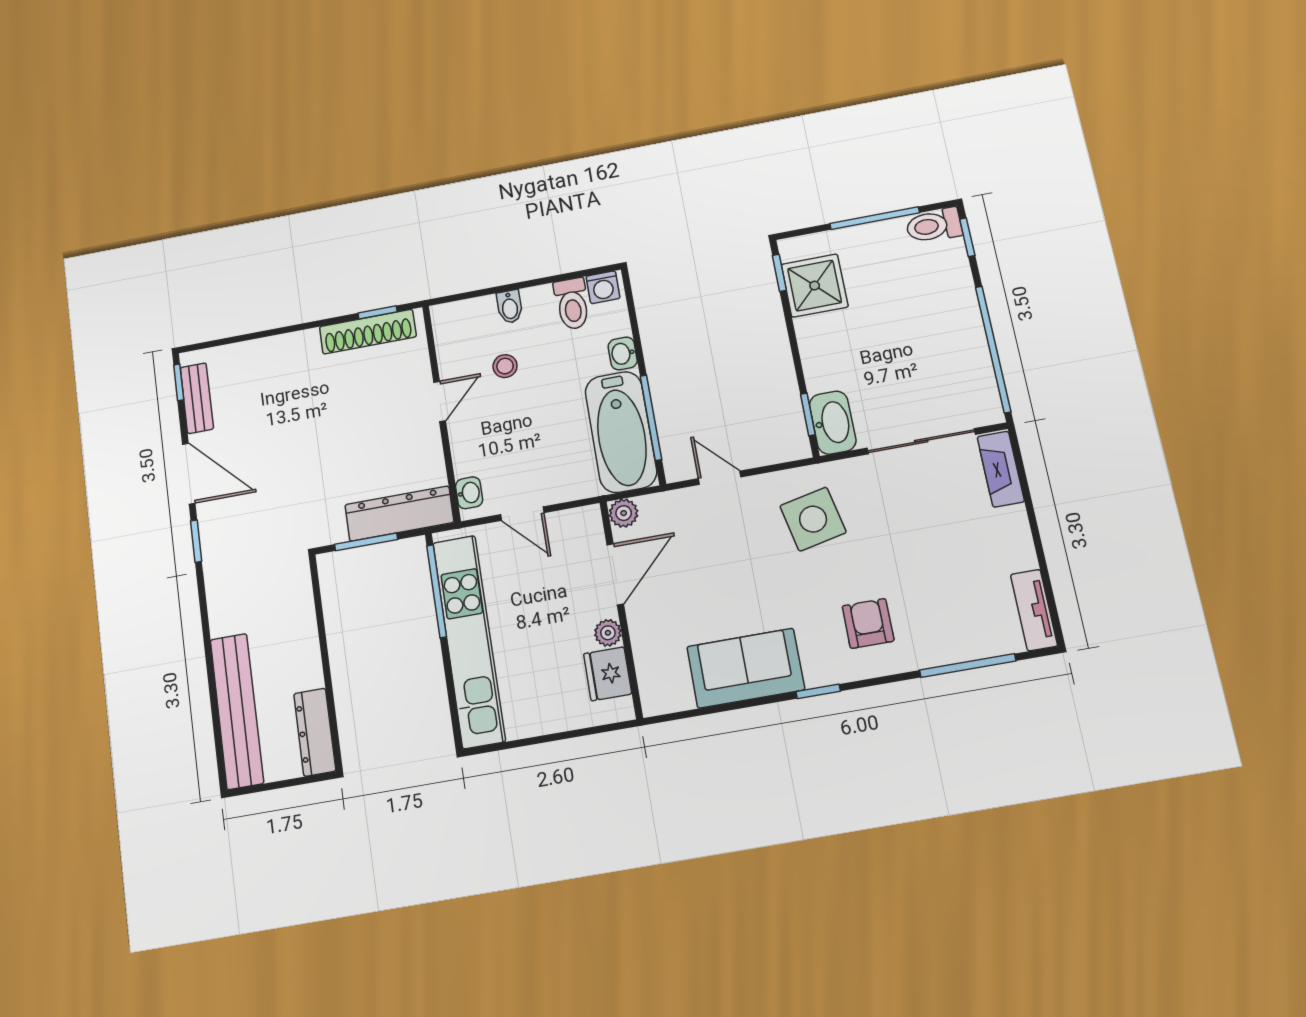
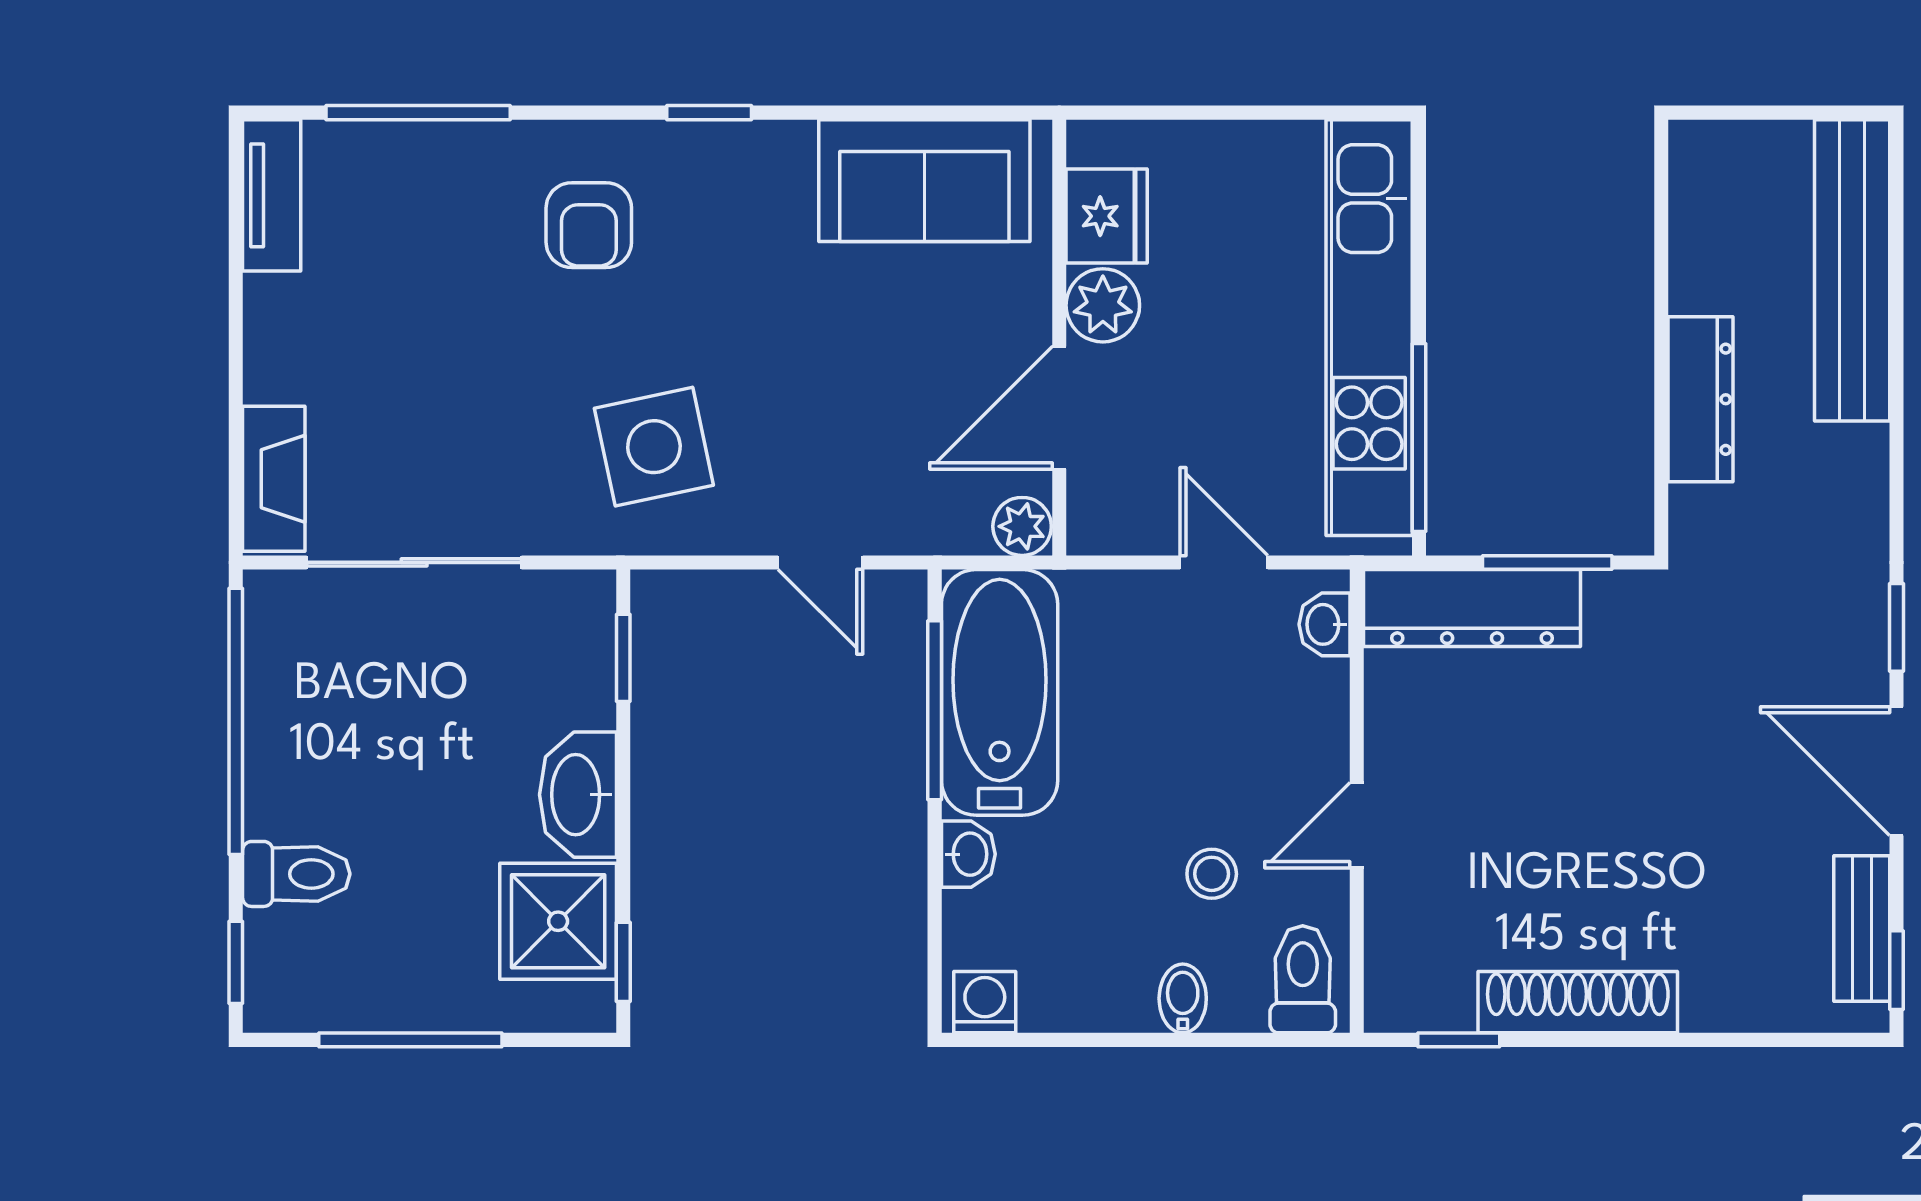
toilet: (934, 226) -> (296, 874), moved
toilet: (572, 304) -> (1303, 979), moved
shoe rack: (368, 332) -> (1578, 1002), moved
washbasin: (833, 423) -> (578, 795), moved
plant: (608, 633) -> (1103, 305), width x1.38, depth x1.38
sofa: (746, 668) -> (924, 181), moved
dresser: (315, 732) -> (1700, 399), moved

